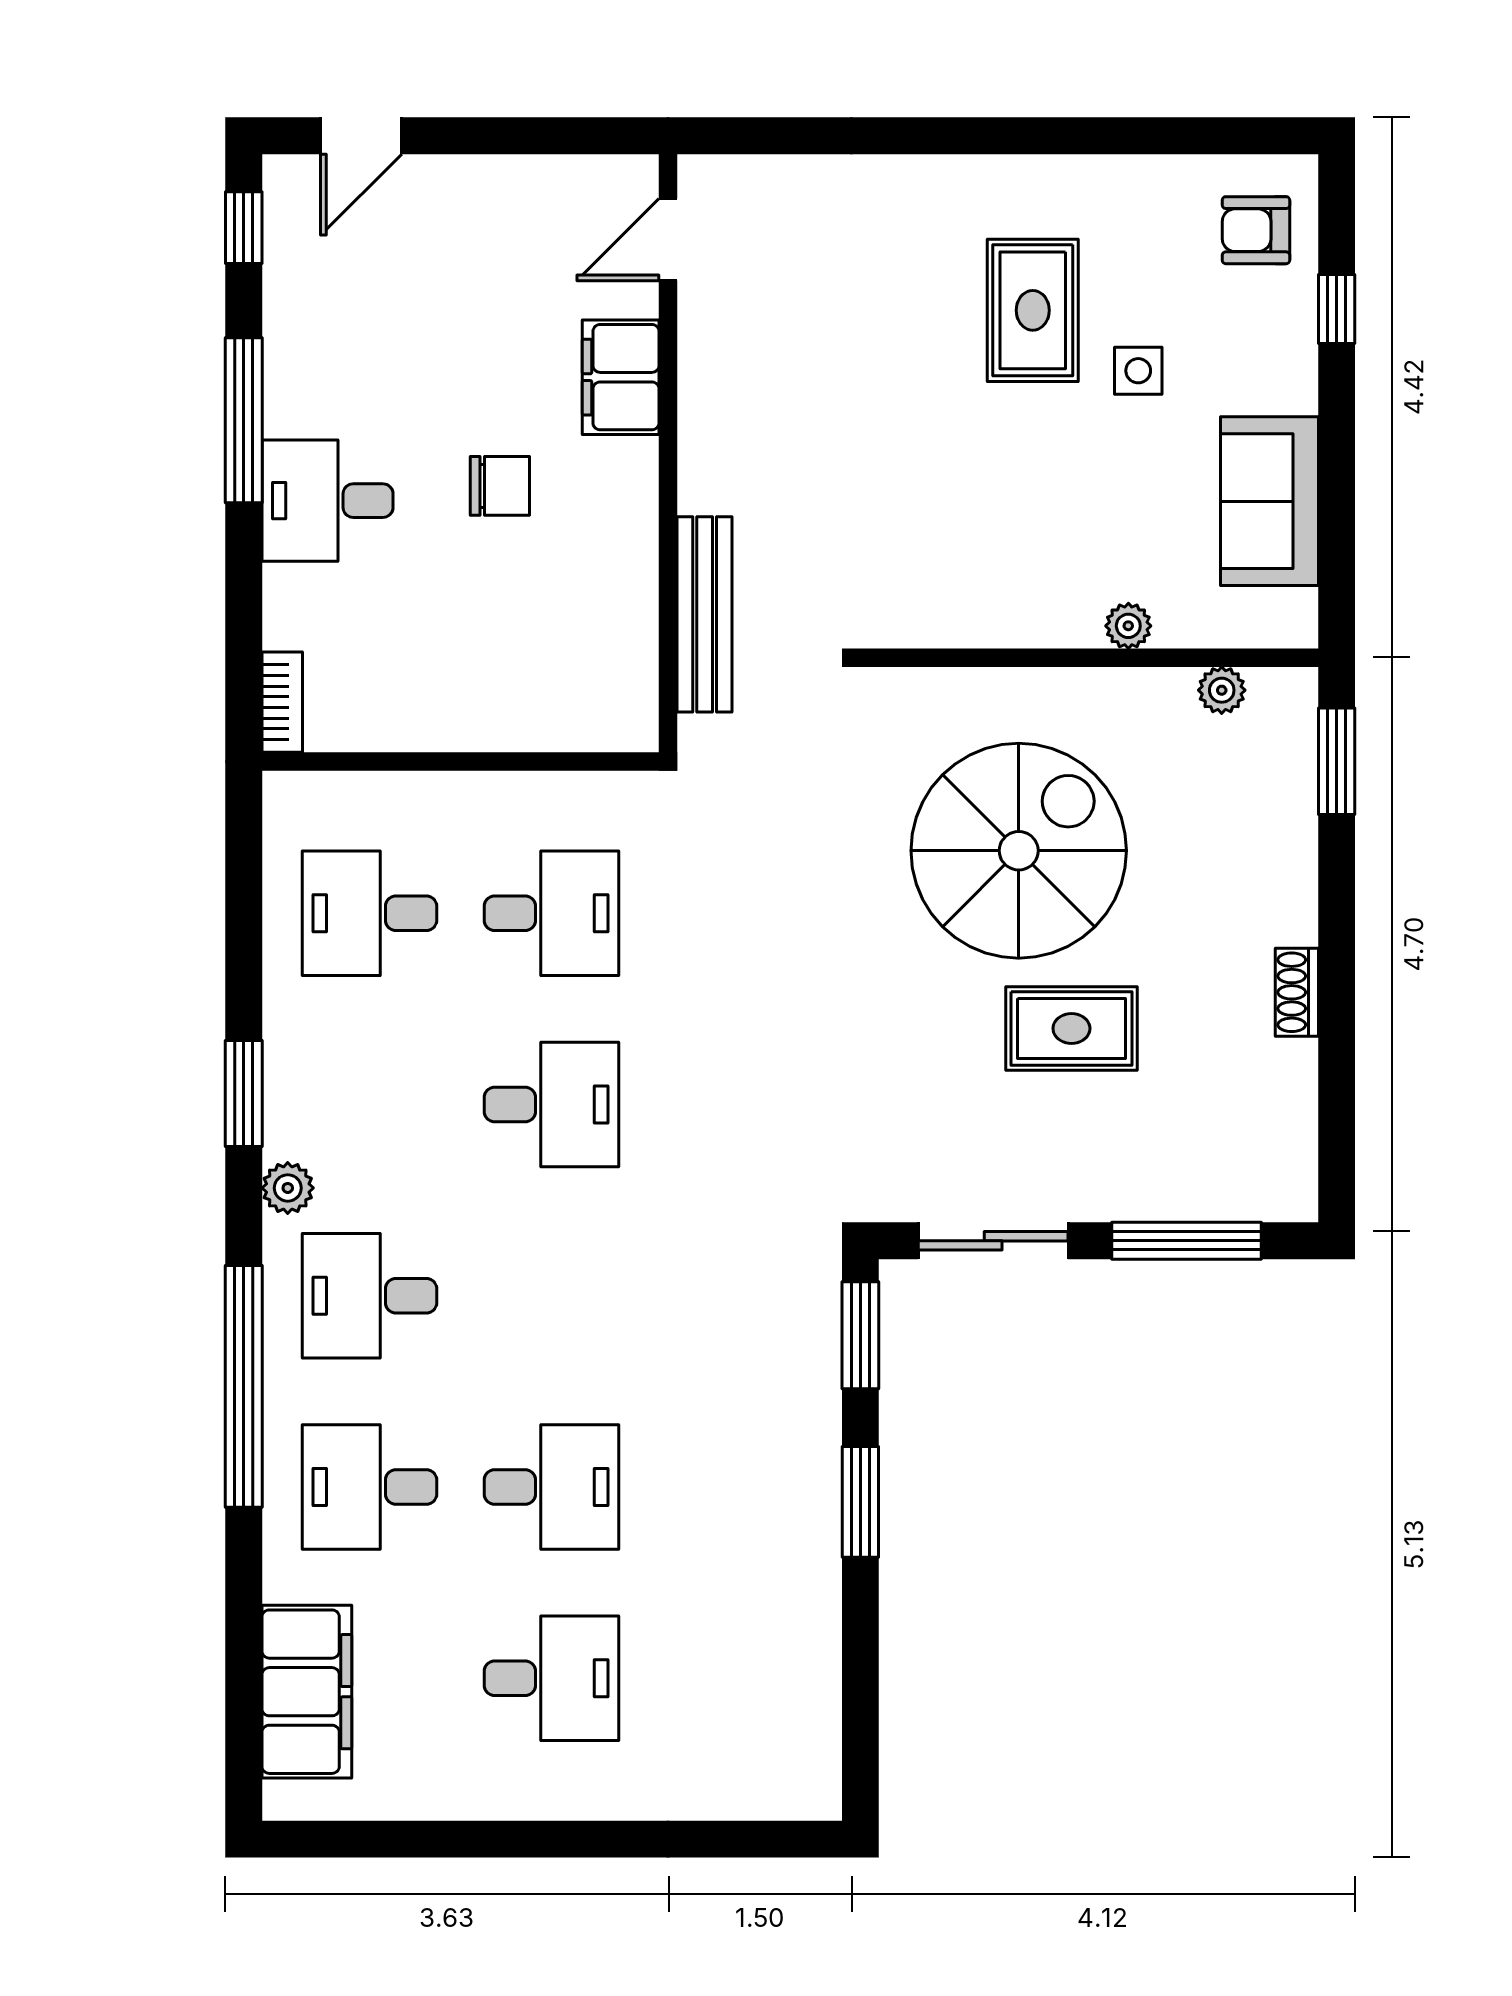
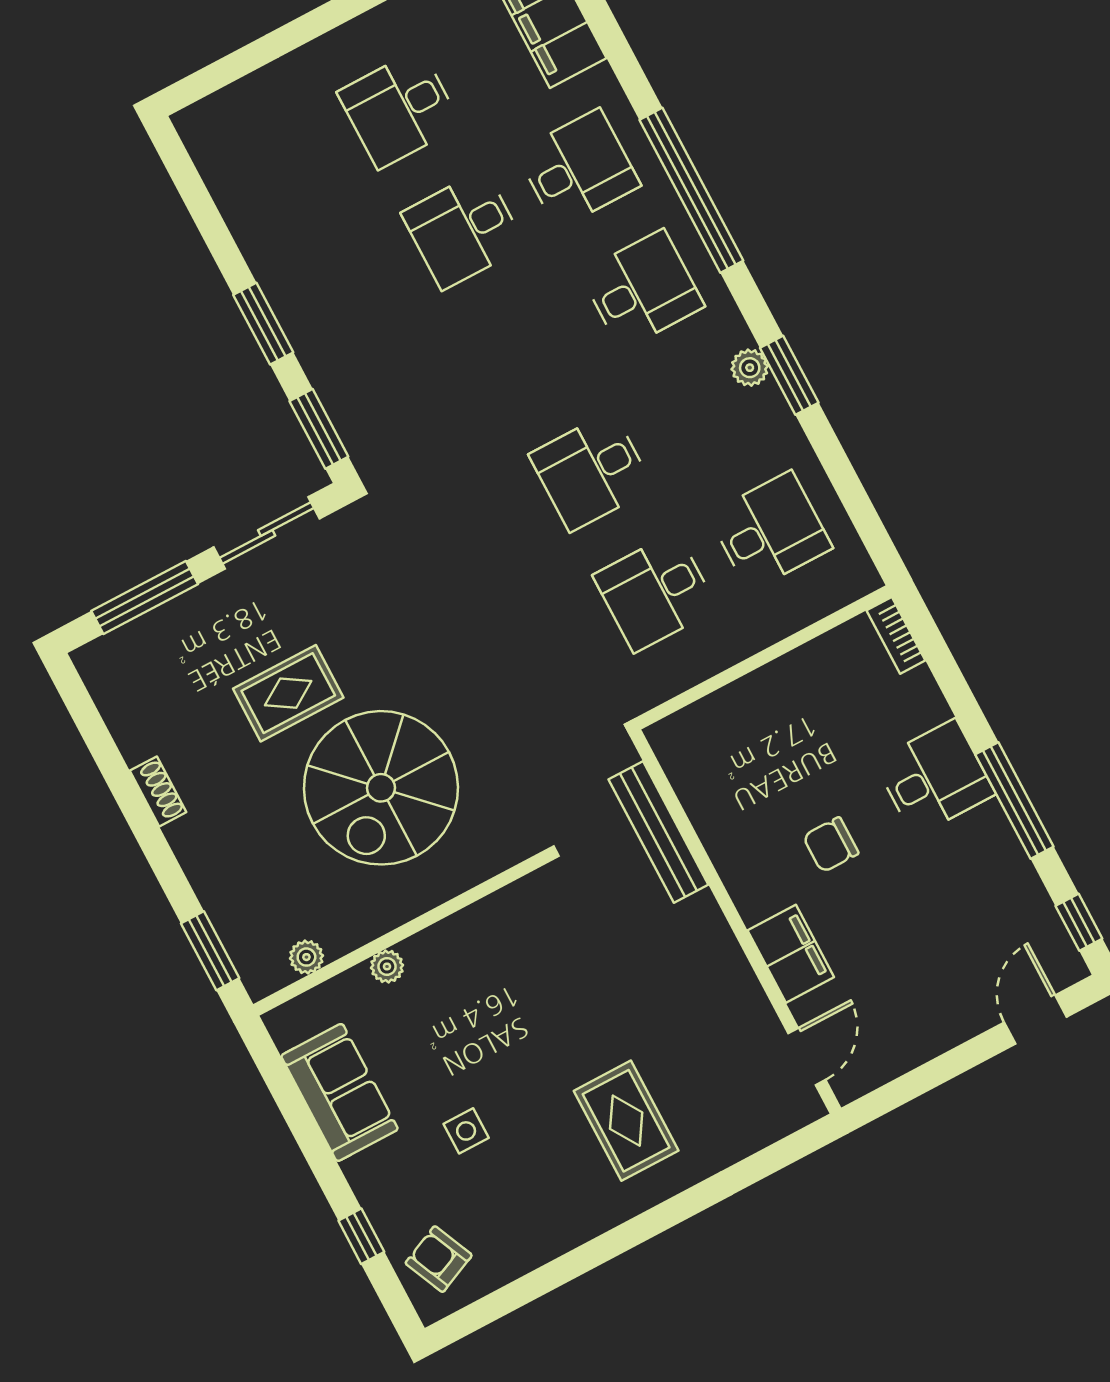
armchair: (1256, 230) -> (439, 1259), turned -114
rug: (1033, 310) -> (626, 1121), moved
plant: (288, 1188) -> (750, 368), moved

